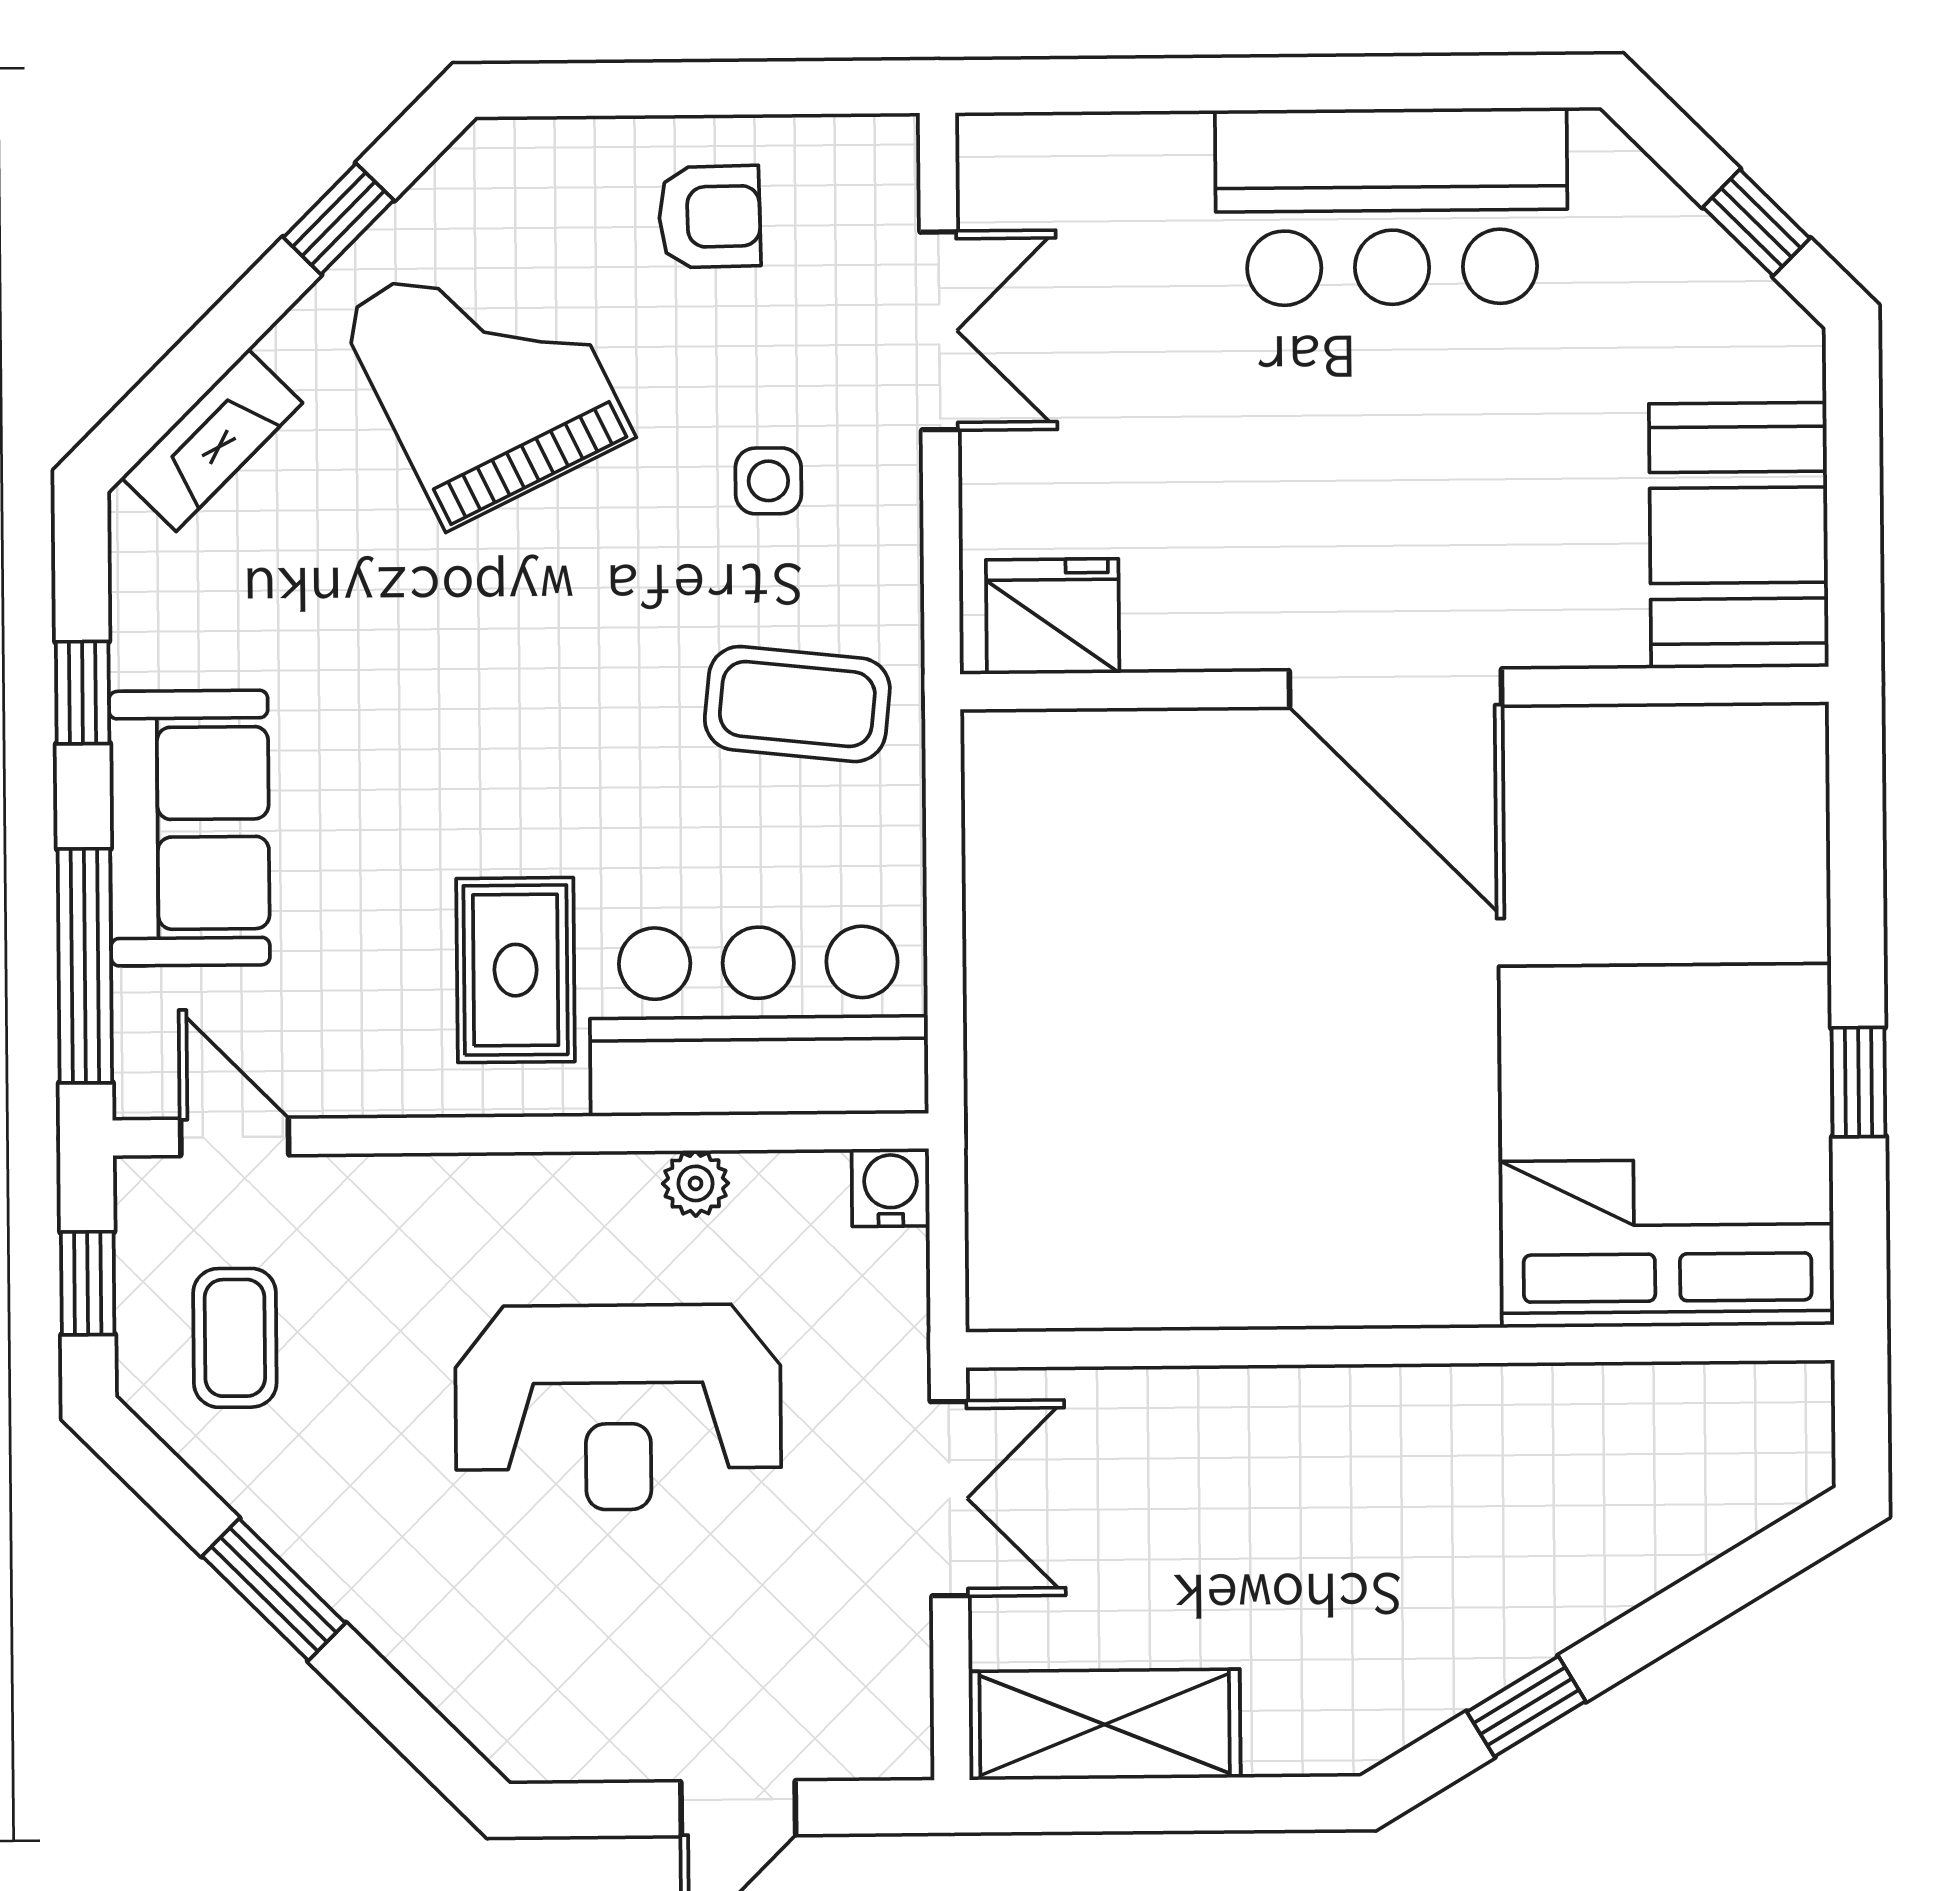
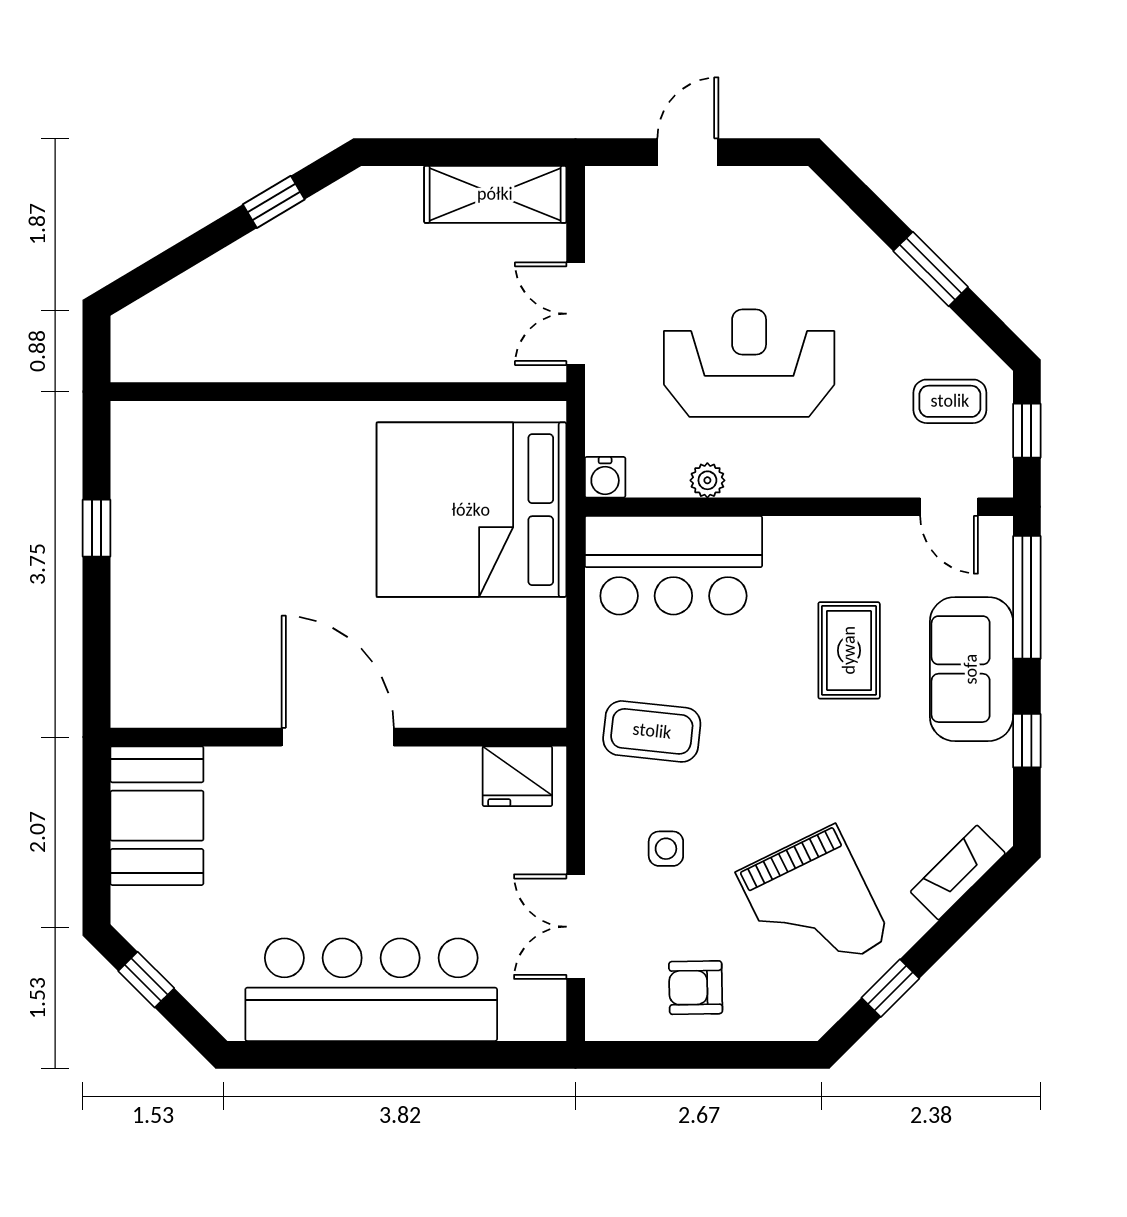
bar counter: (1392, 207) -> (371, 990), width x1.36
rug: (516, 970) -> (849, 650), moved
bed: (1666, 1146) -> (471, 510), moved, turned 90
coffee table: (235, 1338) -> (950, 401), turned 90

